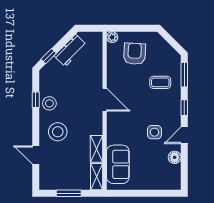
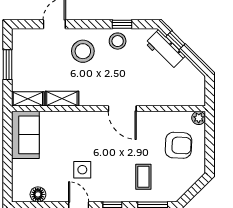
workbench: (70, 51) -> (165, 50), moved
door: (105, 100) -> (122, 109), hinge flipped
floor lamp: (175, 157) -> (38, 194), moved
sofa: (118, 164) -> (25, 135), moved, turned -90

